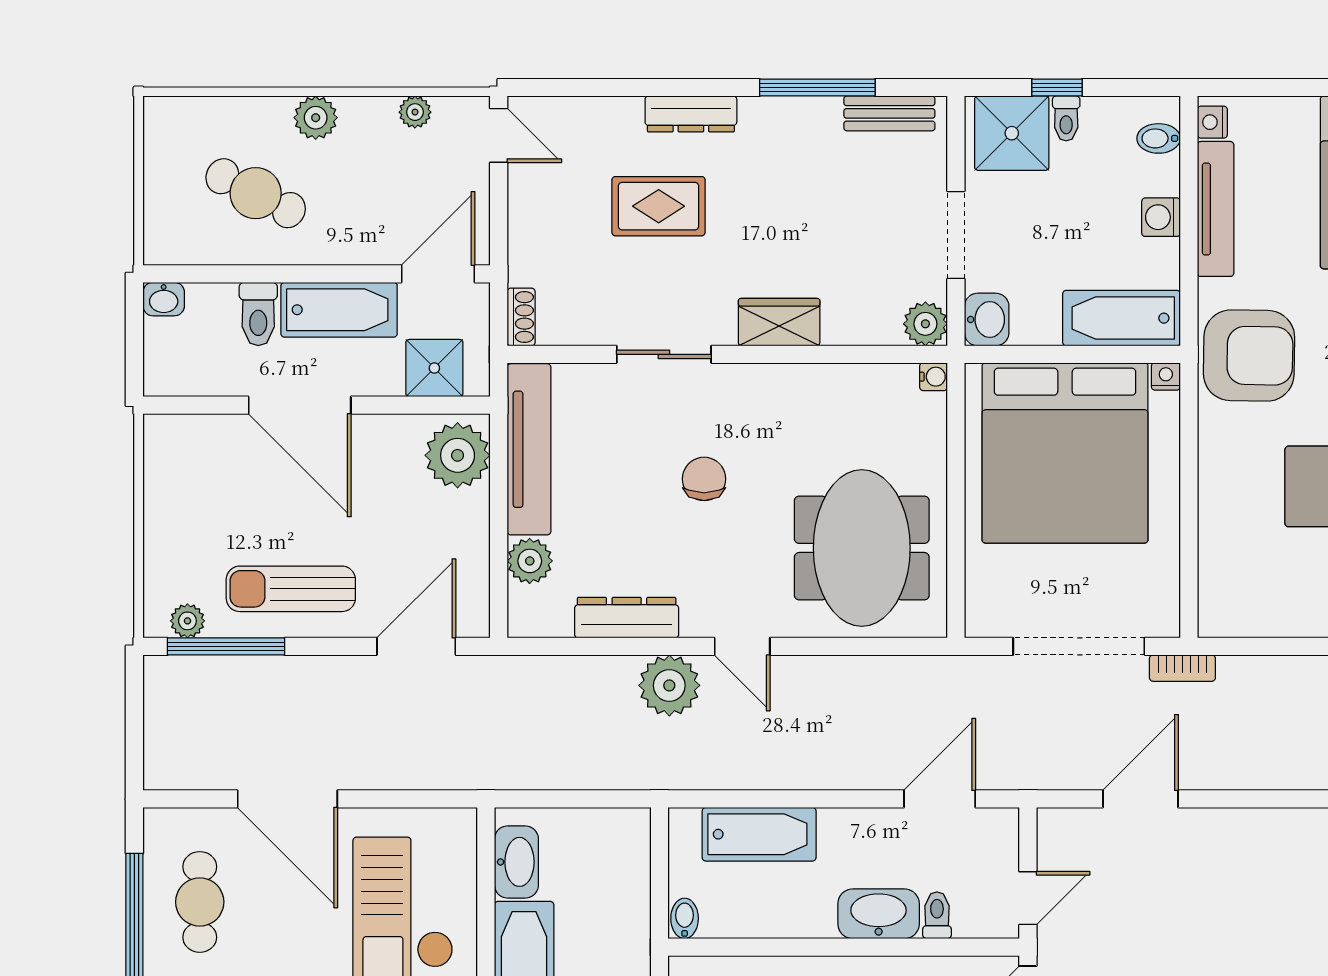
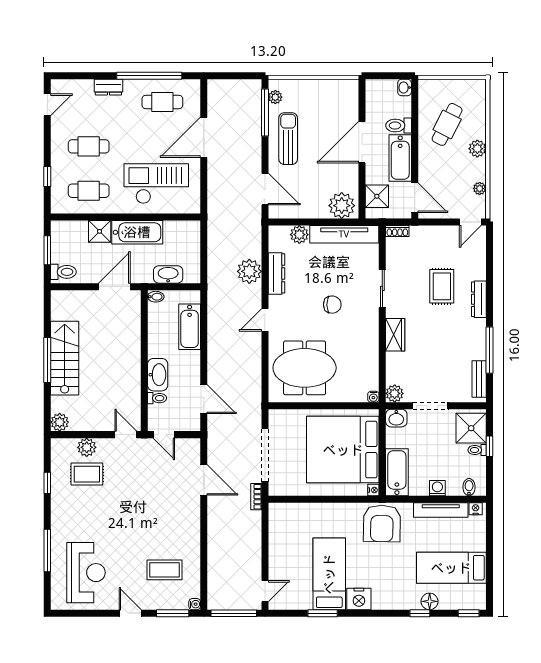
plant: (669, 685) -> (249, 271), moved
washbasin: (516, 862) -> (168, 274), moved, turned 180

